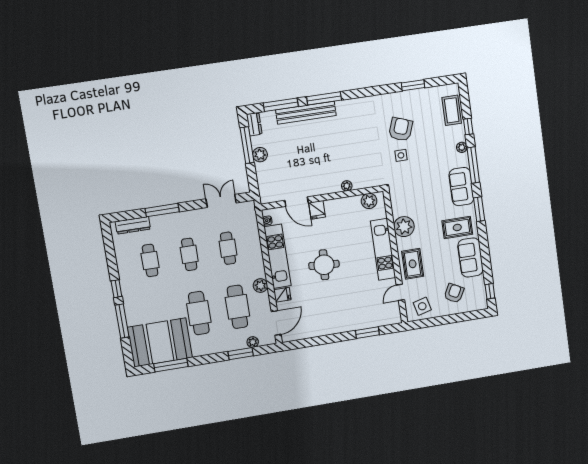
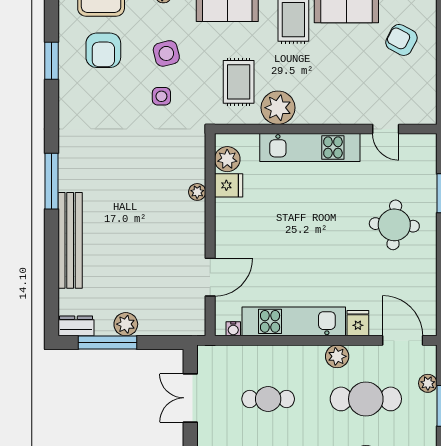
window: (324, 98) -> (52, 181), moved
window: (281, 105) -> (52, 279), removed
armchair: (401, 129) -> (103, 50), moved, turned -110
fridge: (317, 210) -> (229, 185), moved
rug: (413, 264) -> (239, 82), moved, turned 90
round table: (324, 265) -> (394, 225), moved
side table: (422, 306) -> (166, 53), moved

